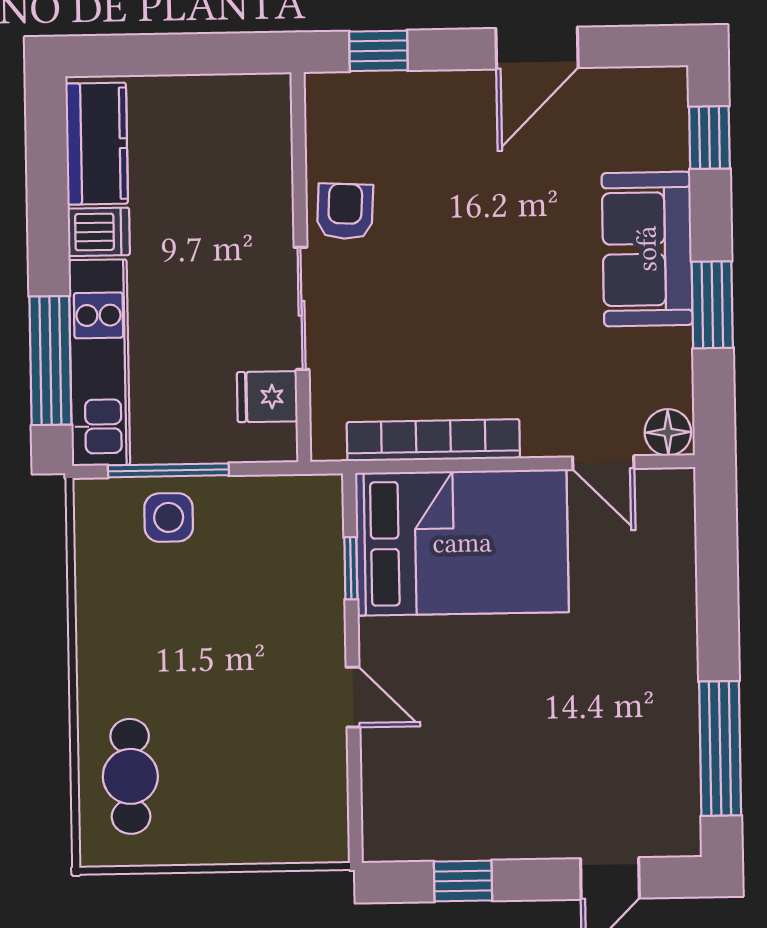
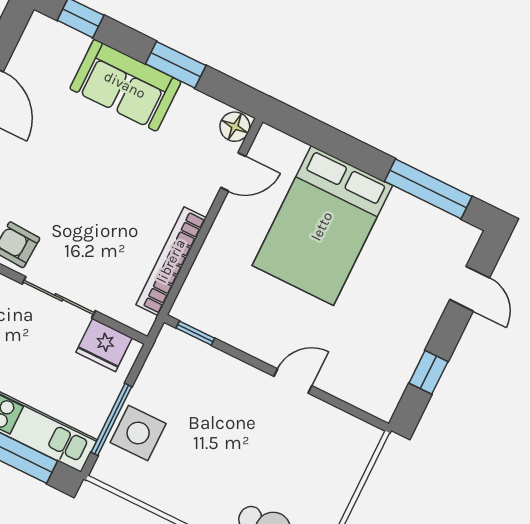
fridge: (267, 397) -> (104, 345), width x1.38
side table: (169, 517) -> (138, 433), width x1.37, depth x1.37
bed: (462, 543) -> (322, 226), moved, turned 180
window: (351, 568) -> (195, 333), moved

